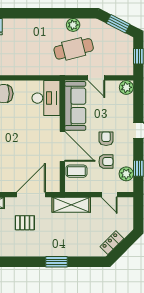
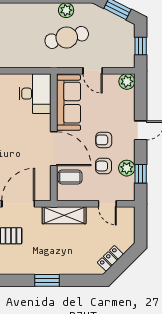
armchair: (106, 139) -> (104, 140), turned -90
armchair: (106, 162) -> (104, 166), turned 180
plant: (126, 174) -> (127, 168), moved

